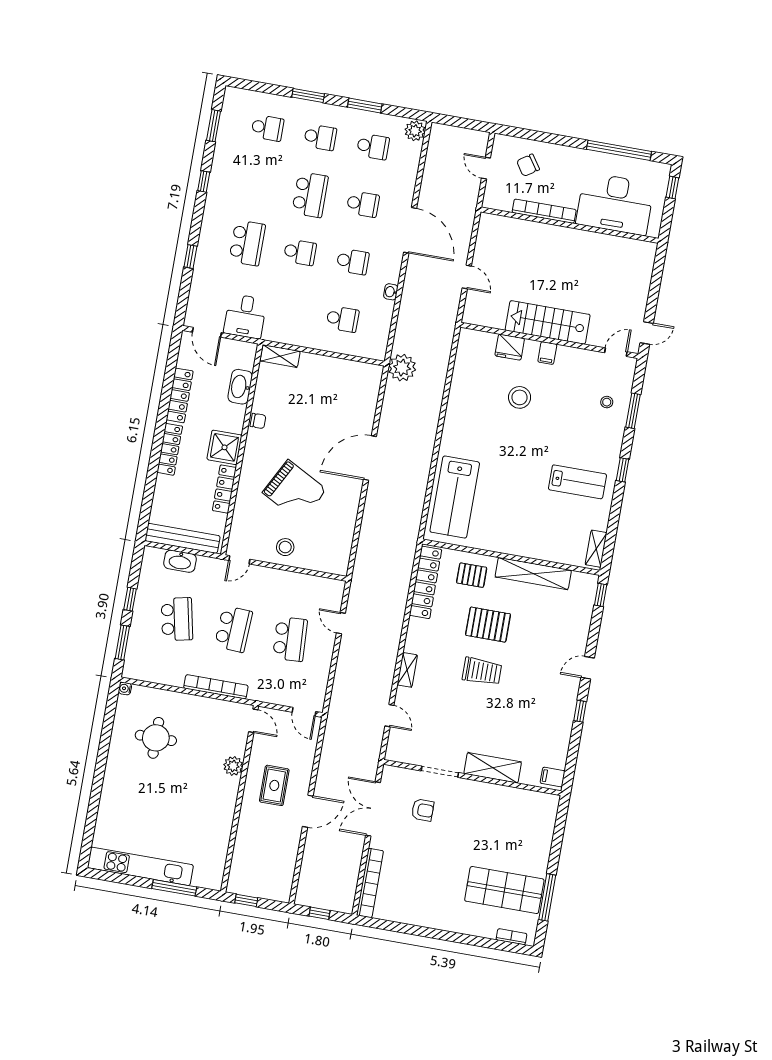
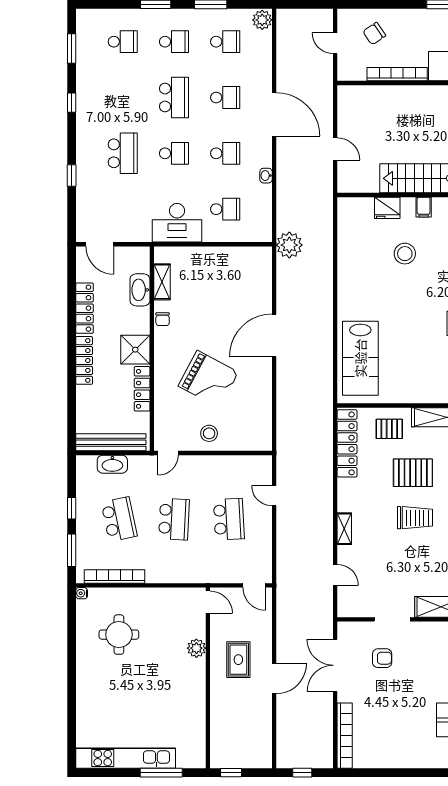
desk: (245, 316) -> (177, 223), moved, width x1.37
shelving: (280, 356) -> (162, 282), moved, turned 90
chair: (258, 421) -> (163, 319), turned 90
bookcase: (216, 687) -> (115, 576), moved

